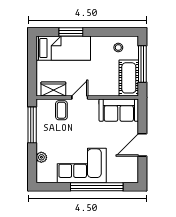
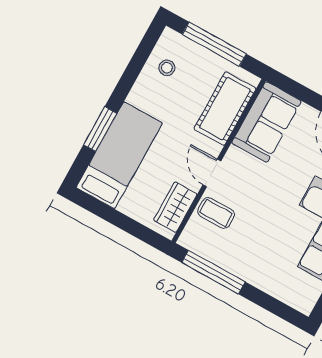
cot: (129, 78) -> (225, 109), moved, turned 90
plant: (41, 157) -> (273, 286), removed

